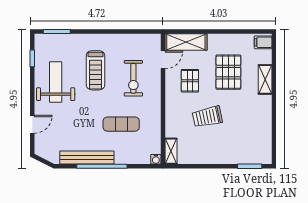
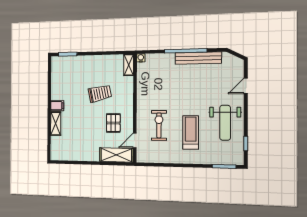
filing cabinet: (263, 42) -> (57, 106), moved
pallet: (228, 72) -> (83, 130), removed
exercise mat: (121, 124) -> (169, 87), removed

